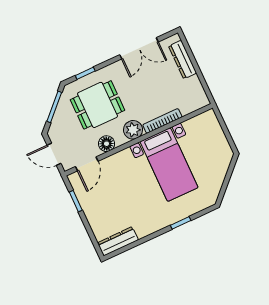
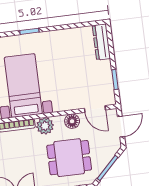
door: (54, 154) -> (121, 127), hinge flipped
door: (87, 164) -> (95, 109), swing flipped
dresser: (118, 241) -> (101, 42), moved, turned 90

